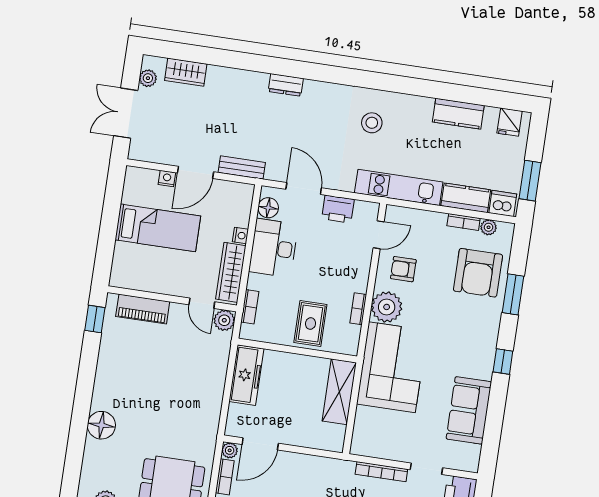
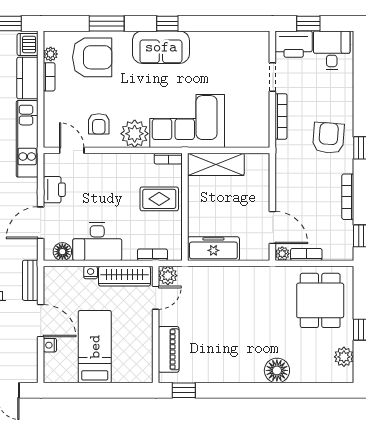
bookcase: (358, 309) -> (168, 159), moved
sofa: (469, 410) -> (161, 47), moved

